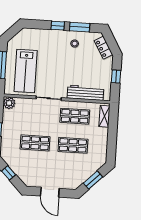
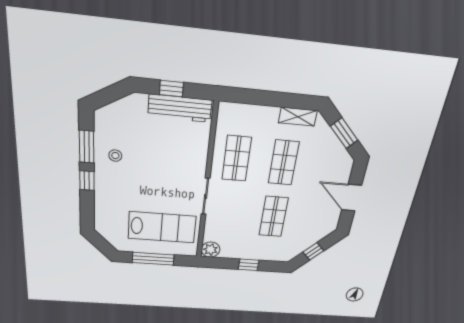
locker: (104, 48) -> (120, 108), removed
workbench: (85, 93) -> (180, 108), moved, turned -90
shelving: (104, 116) -> (298, 117), moved
door: (50, 192) -> (352, 198), swing flipped

